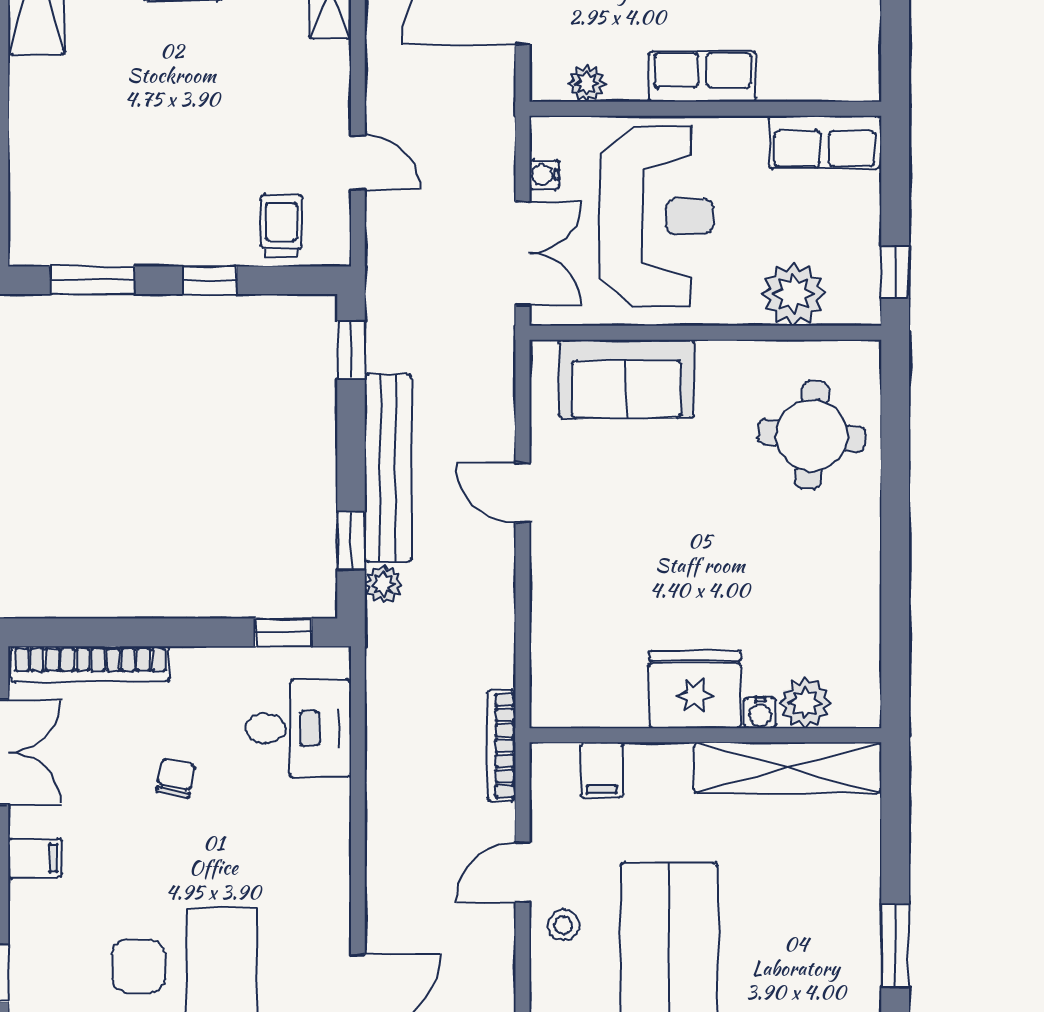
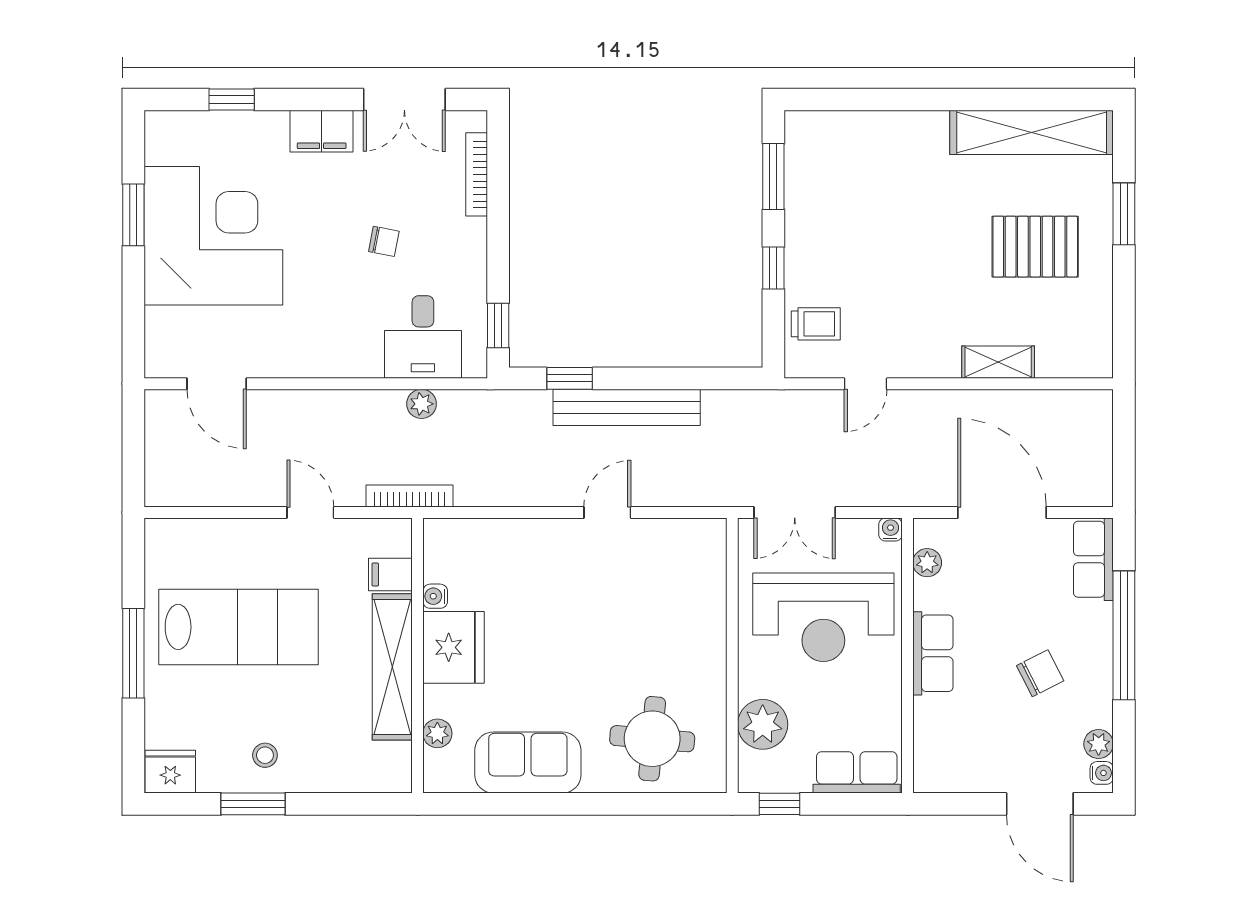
row of seats: (824, 142) -> (857, 772), moved, turned 90
water cooler: (544, 174) -> (890, 530), moved
window: (351, 350) -> (719, 378), removed
sofa: (626, 379) -> (528, 763), moved, turned 90
plant: (384, 584) -> (422, 404), moved
bookcase: (90, 664) -> (477, 174), width x0.68, depth x0.76
plant: (805, 703) -> (437, 733), width x0.73, depth x0.73
water cooler: (760, 713) -> (435, 596), moved
shelving: (788, 768) -> (392, 667), moved
filing cabinet: (35, 858) -> (322, 131), width x2.00
stool: (563, 925) -> (265, 755), moved

